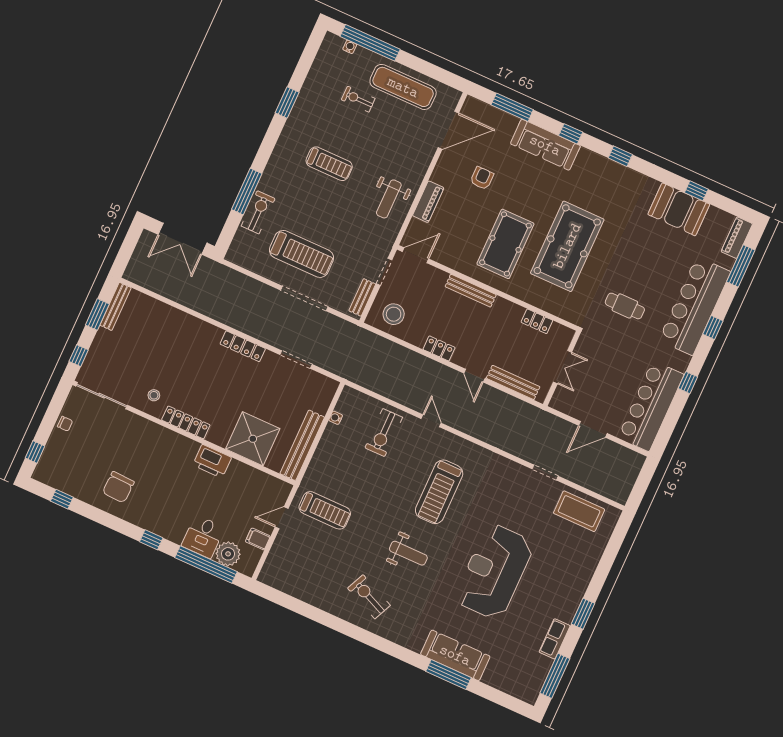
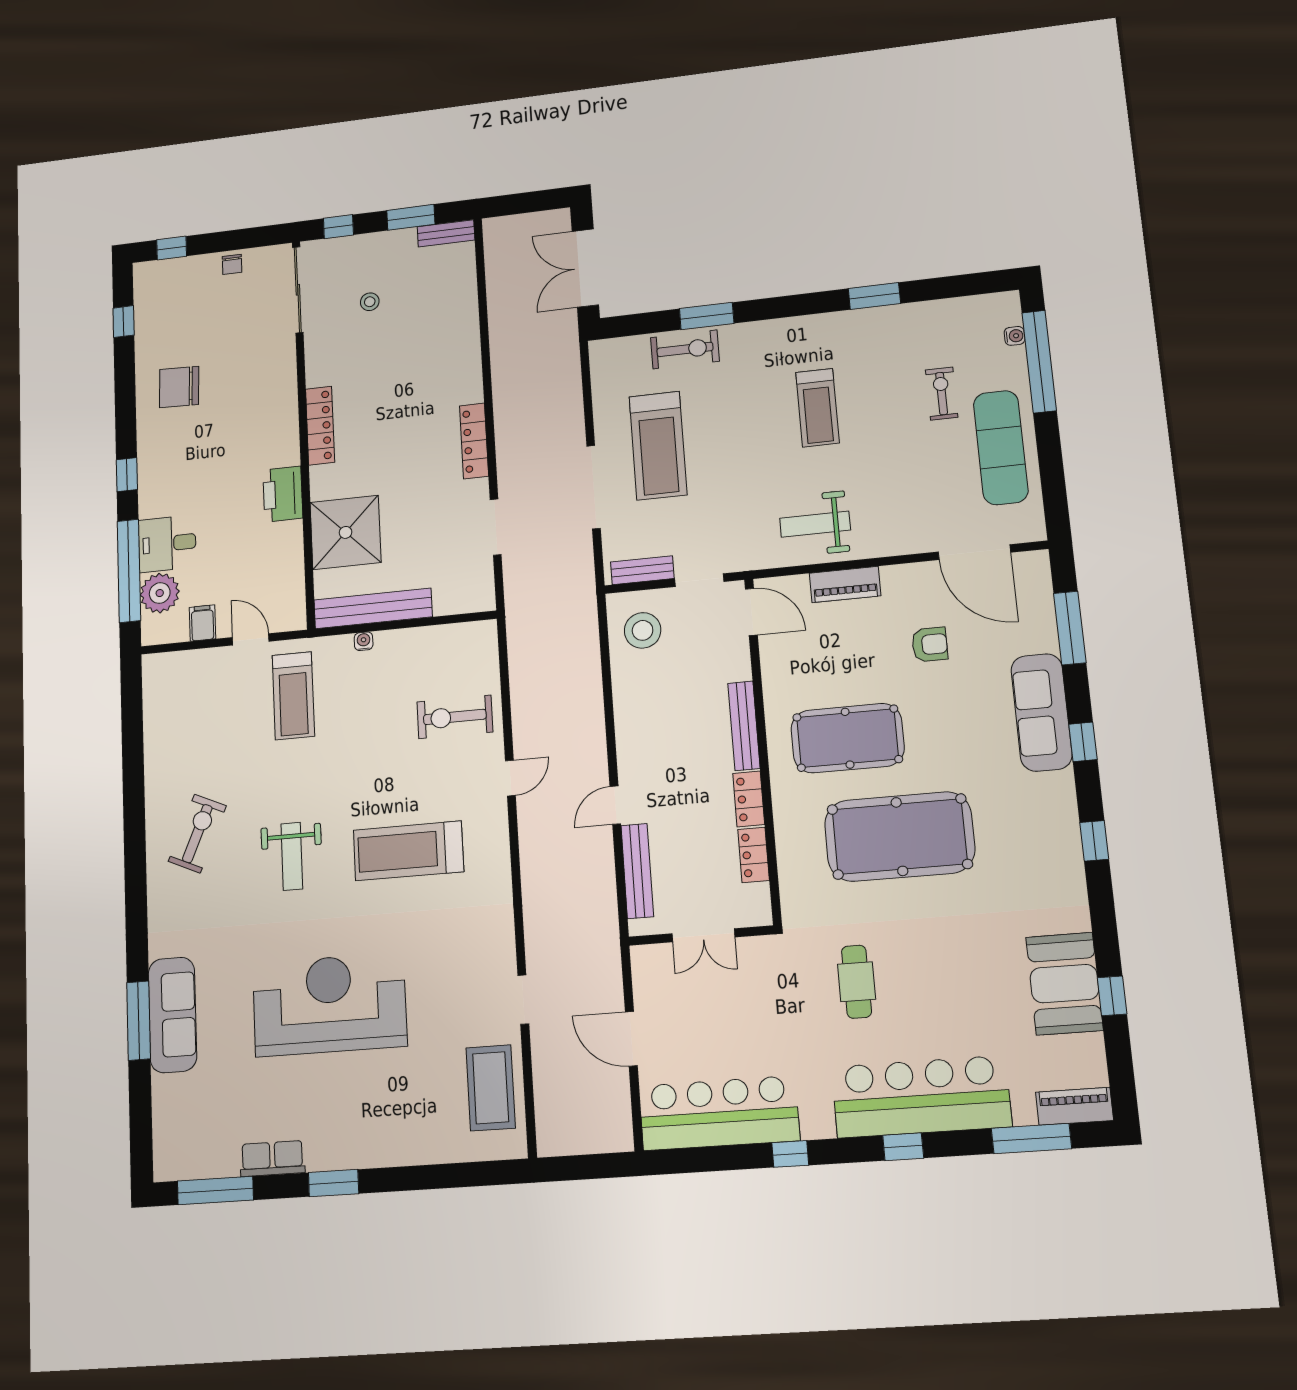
window: (247, 192) -> (707, 316), width x0.69
bench: (115, 306) -> (446, 233), width x0.73
locker: (439, 348) -> (749, 799), moved, turned 180
stool: (154, 395) -> (370, 302), moved
water cooler: (336, 418) -> (364, 641), moved

